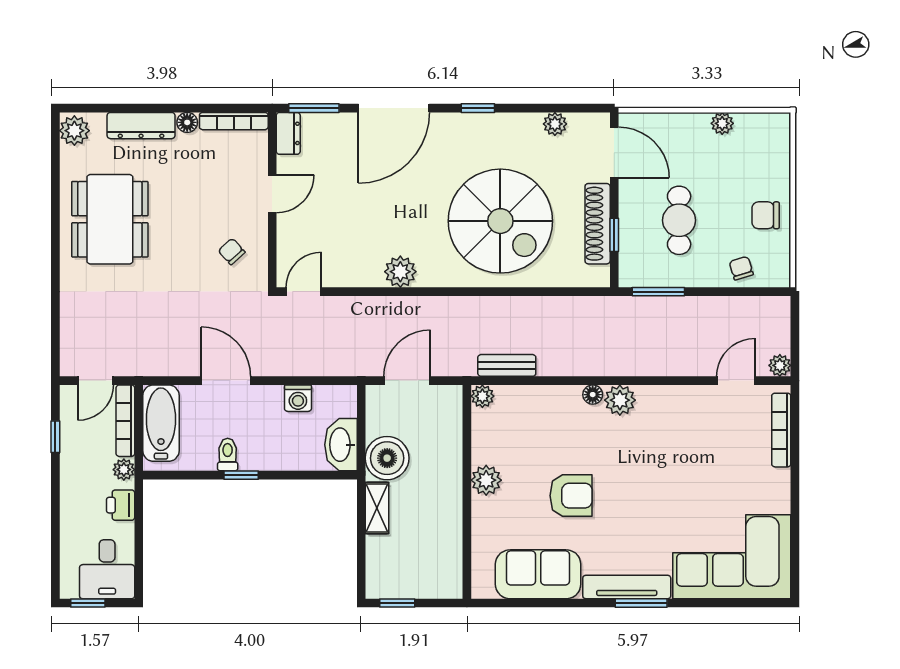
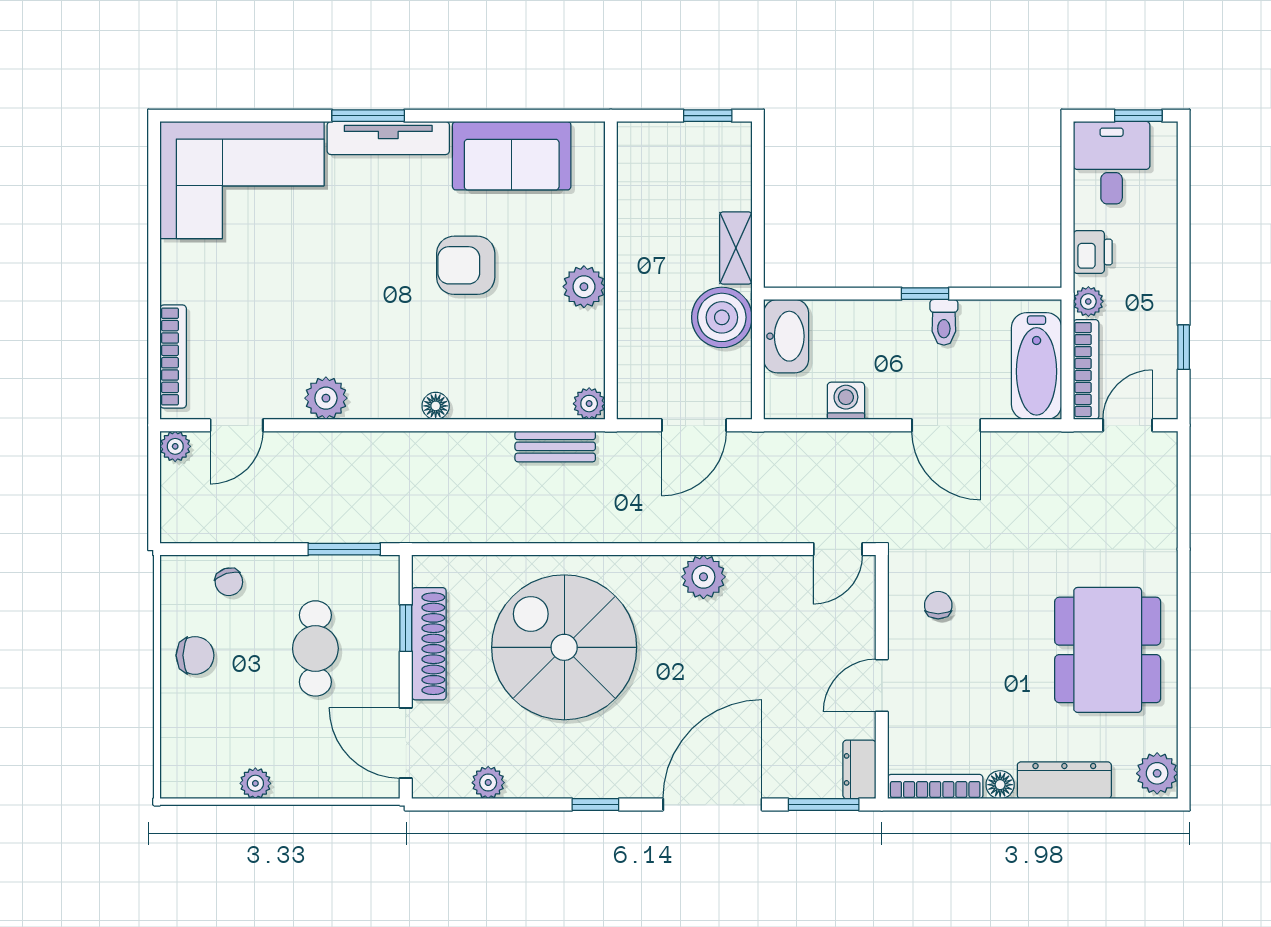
chair: (232, 251) -> (938, 605), turned -138
plant: (620, 400) -> (326, 398), moved

